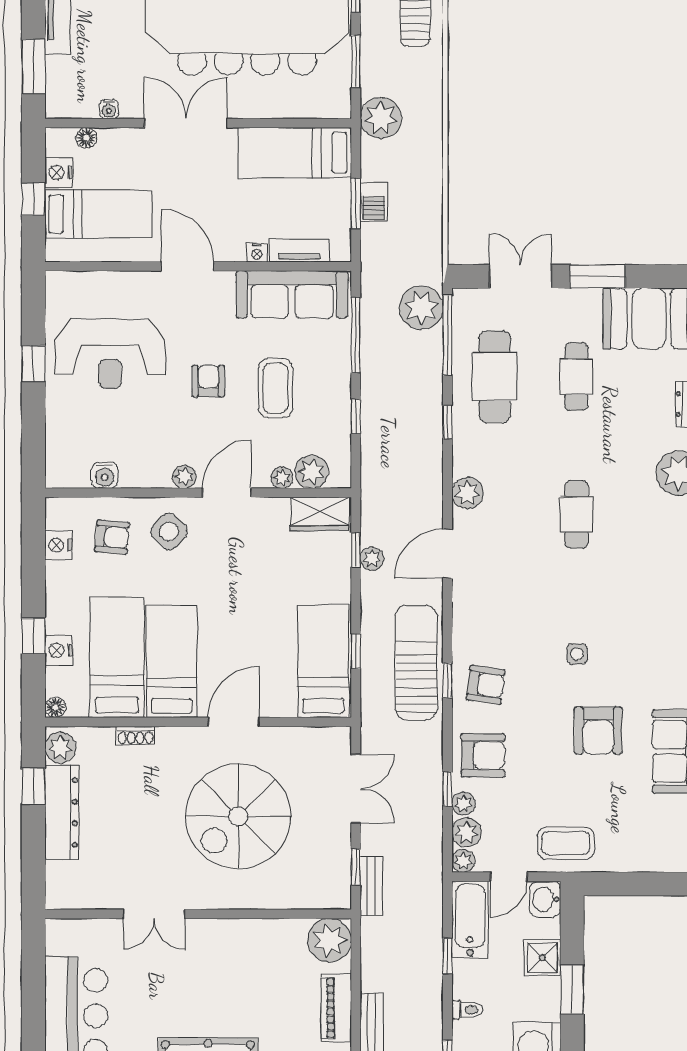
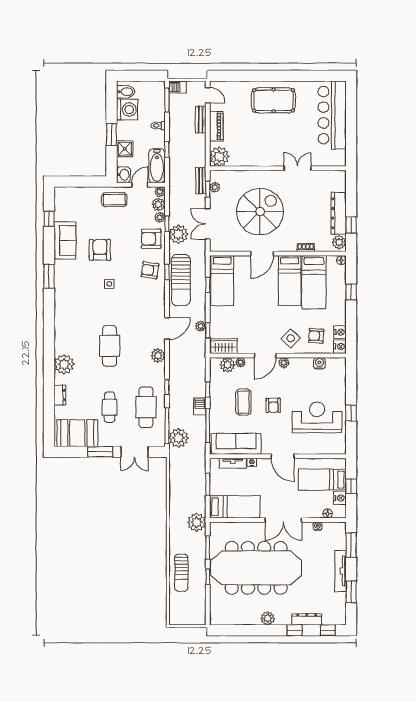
barbecue: (374, 202) -> (200, 406), moved
cafe table: (576, 514) -> (110, 346), width x1.37, depth x1.35
nightstand: (59, 650) -> (340, 346), moved
plant: (422, 765) -> (178, 234), added
plant: (340, 871) -> (215, 187), added

